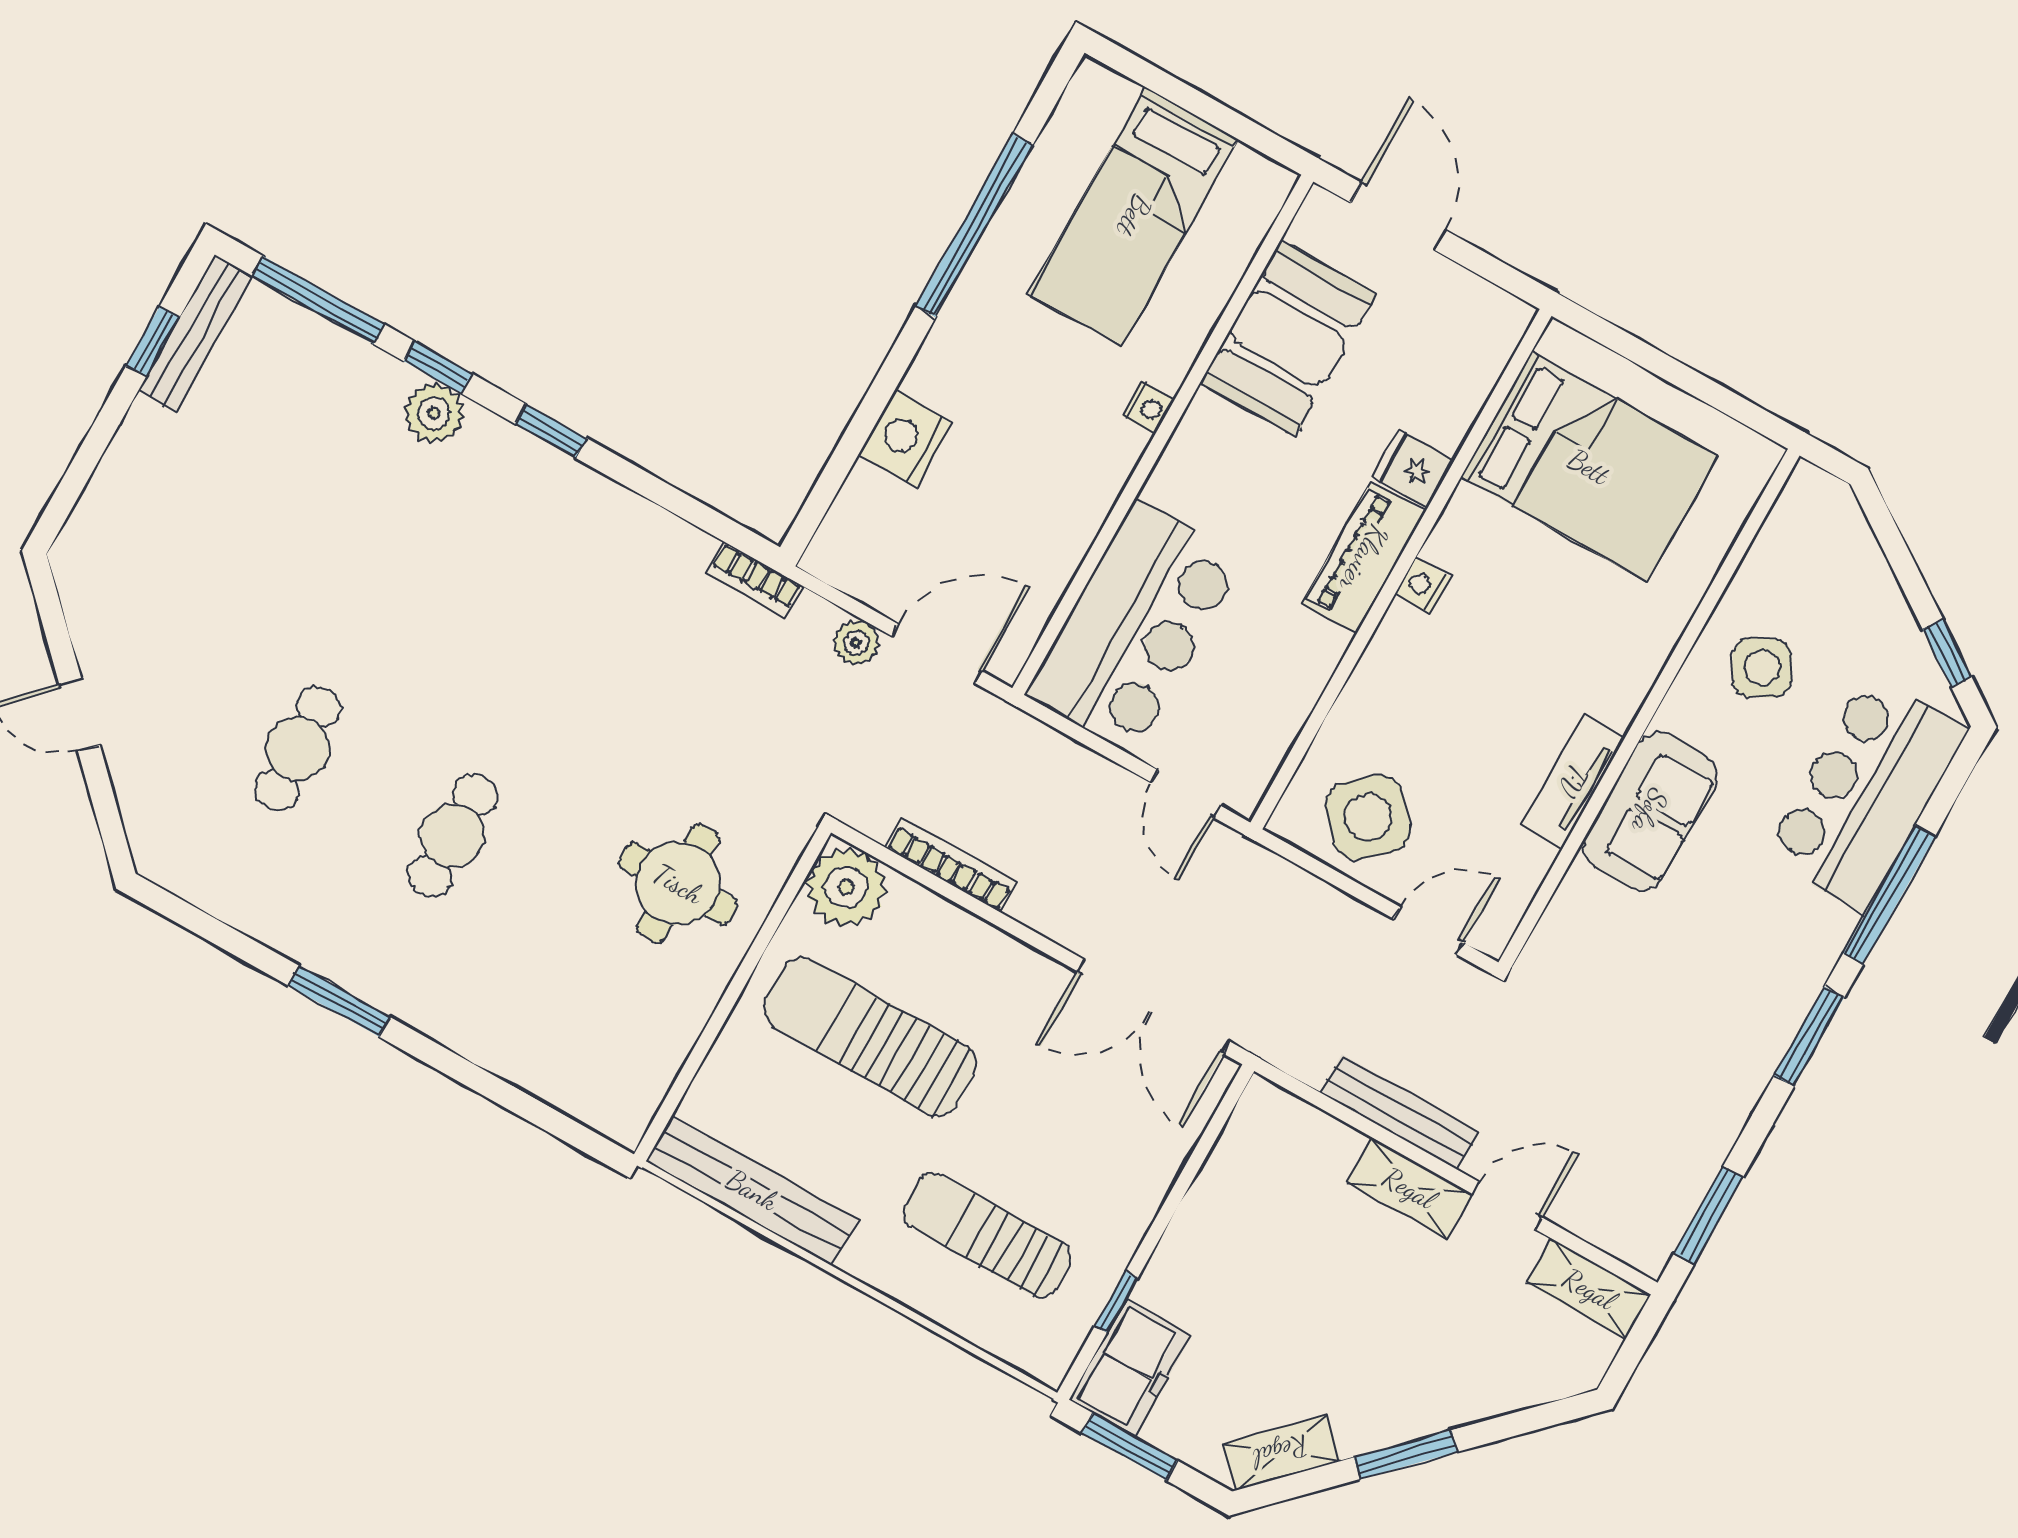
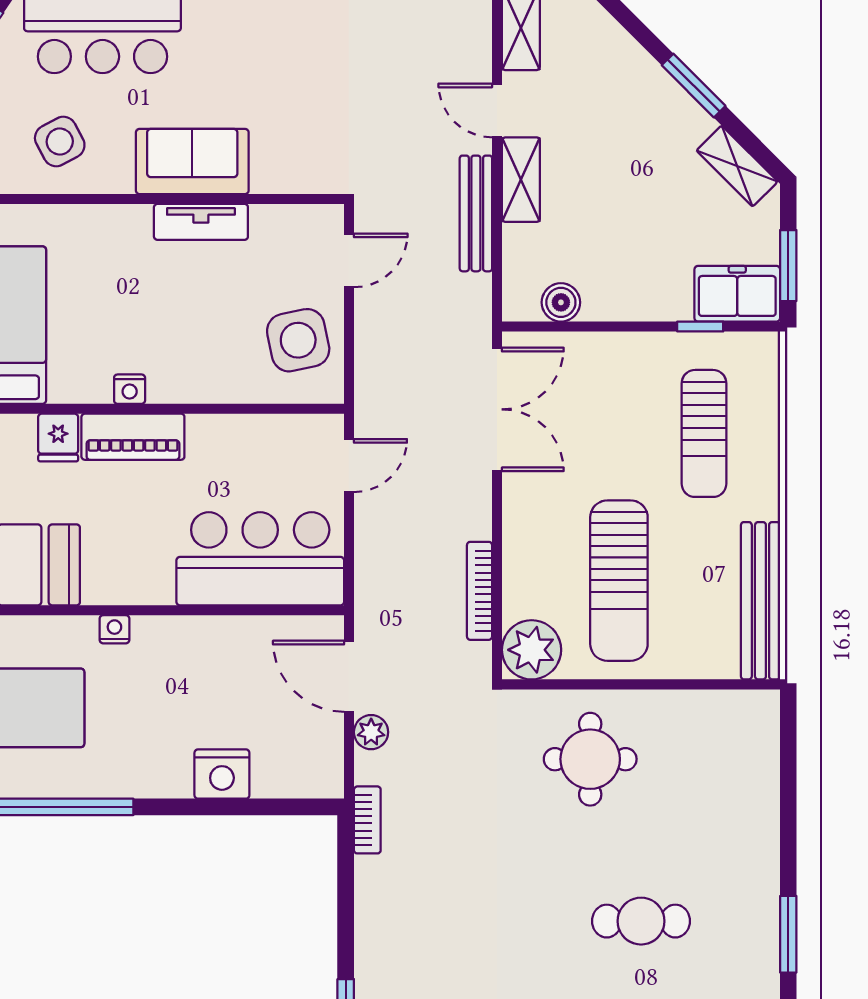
side table: (1368, 817) -> (298, 340), turned 30
door: (1429, 931) -> (349, 260), swing flipped
boiler: (1238, 1153) -> (561, 302), added

